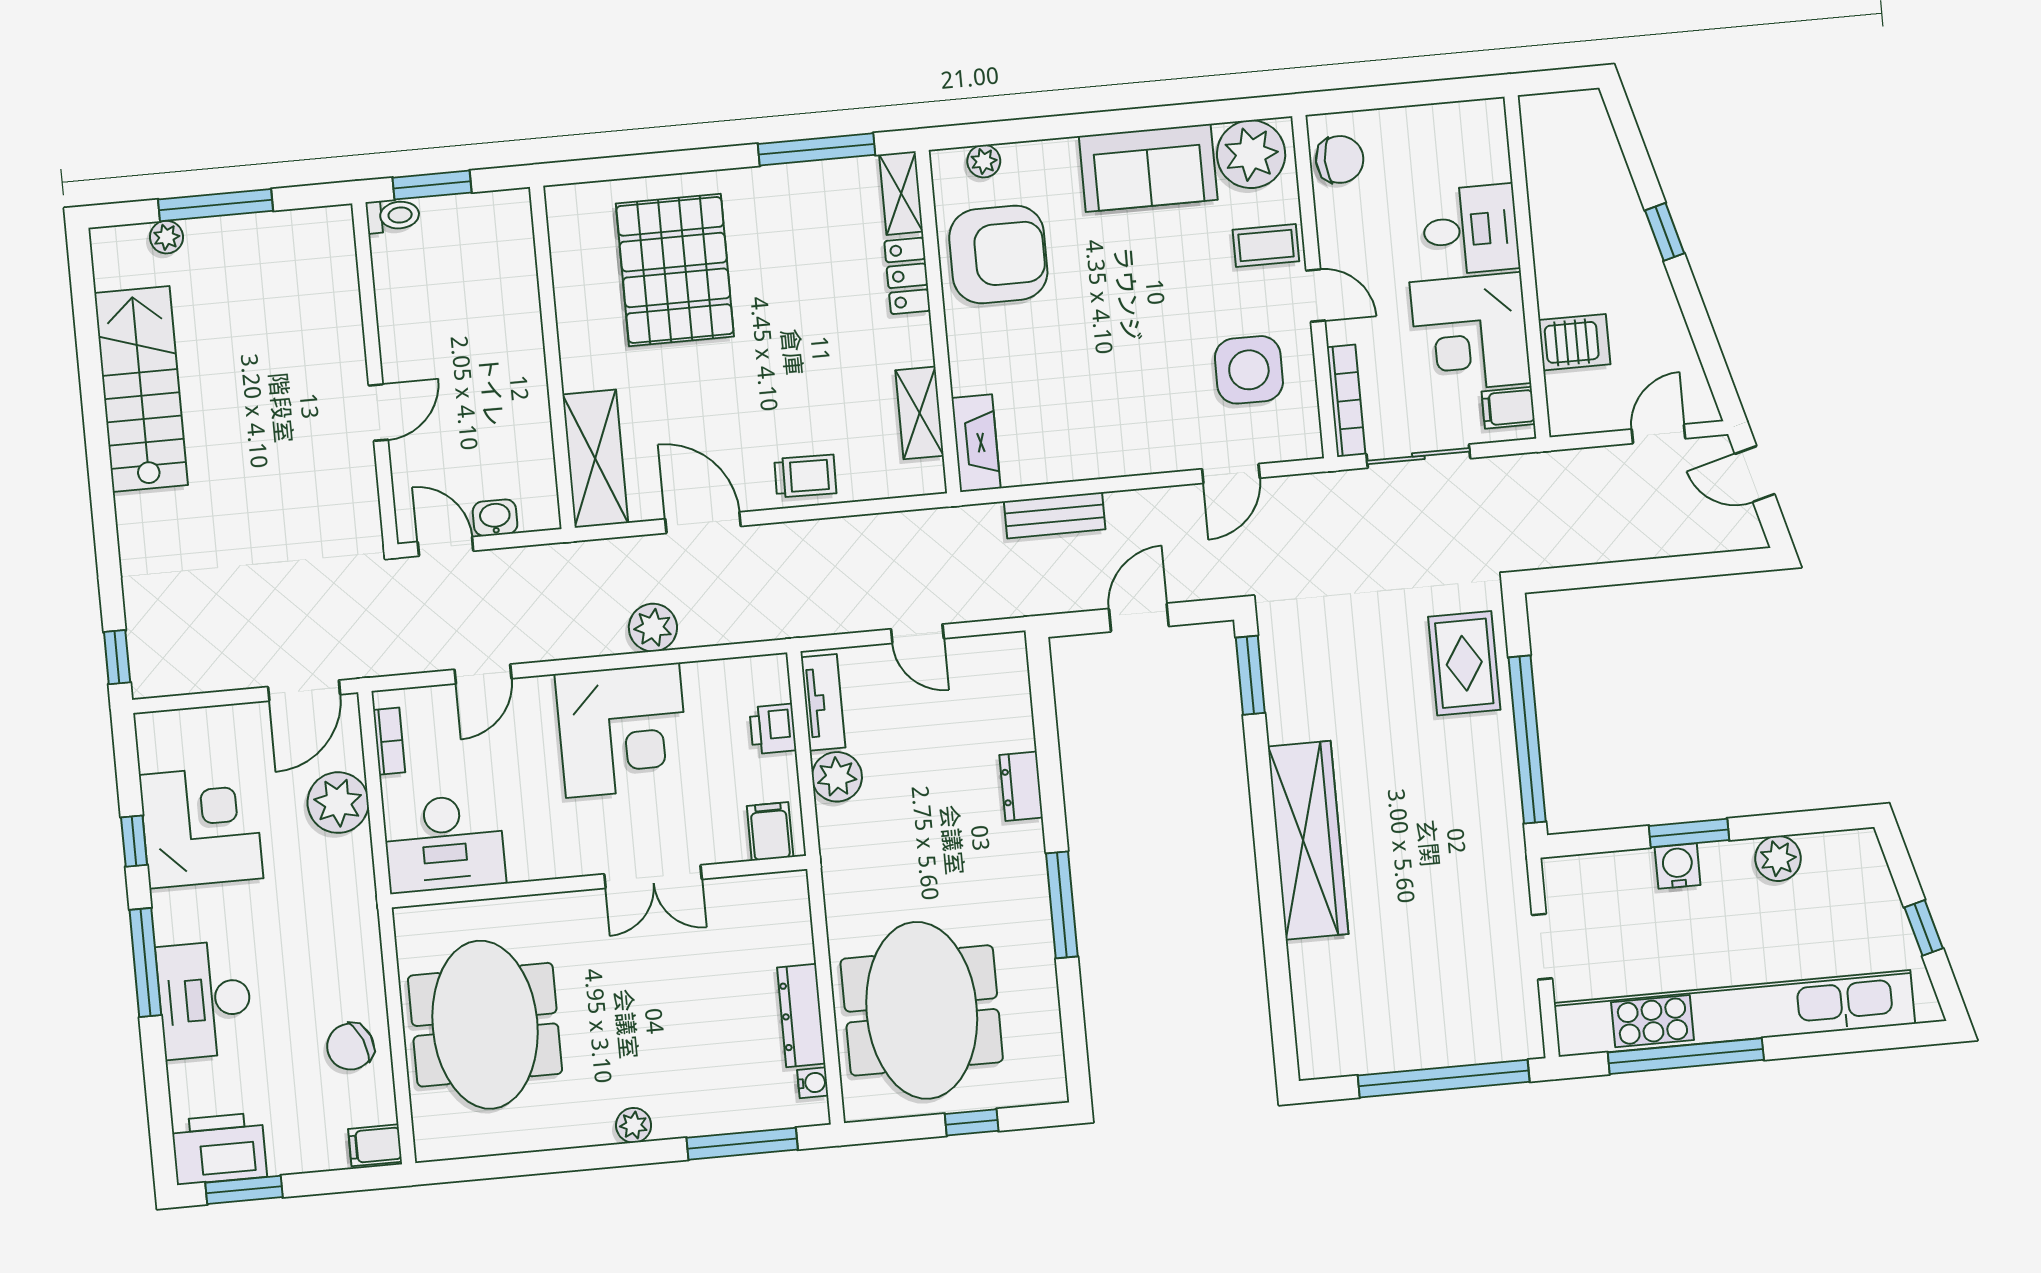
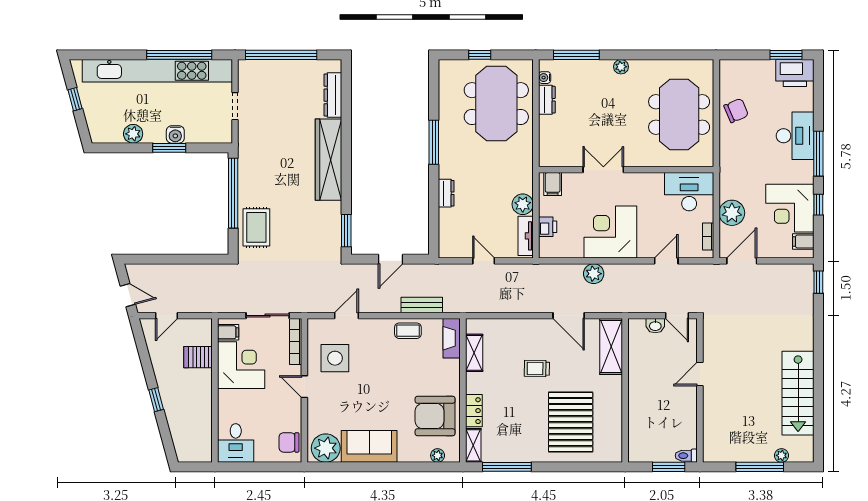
desk: (1470, 230) -> (236, 443), moved, turned -90
coffee table: (1266, 245) -> (408, 331), moved
trolley: (805, 476) -> (537, 369), moved
dresser: (1312, 994) -> (333, 95), added
dresser: (801, 1015) -> (547, 100), width x0.70
filing cabinet: (375, 1145) -> (803, 241), moved, turned 180

